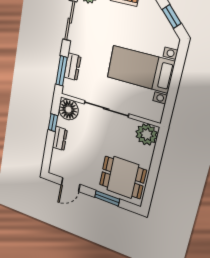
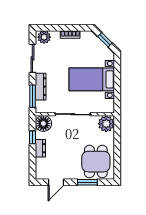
dresser: (72, 67) -> (41, 87), width x1.44
dining table: (123, 177) -> (96, 162), turned 90

